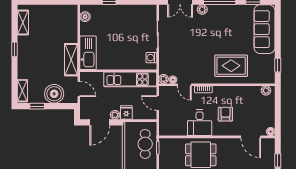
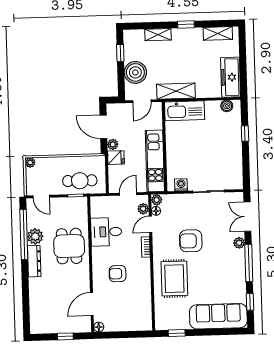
freezer: (61, 13) -> (231, 77), added
armchair: (199, 51) -> (191, 241), added
shelving: (22, 91) -> (158, 35), moved
plant: (266, 91) -> (143, 209), moved
armchair: (225, 114) -> (118, 274), turned 180
desk: (200, 123) -> (106, 232), moved

